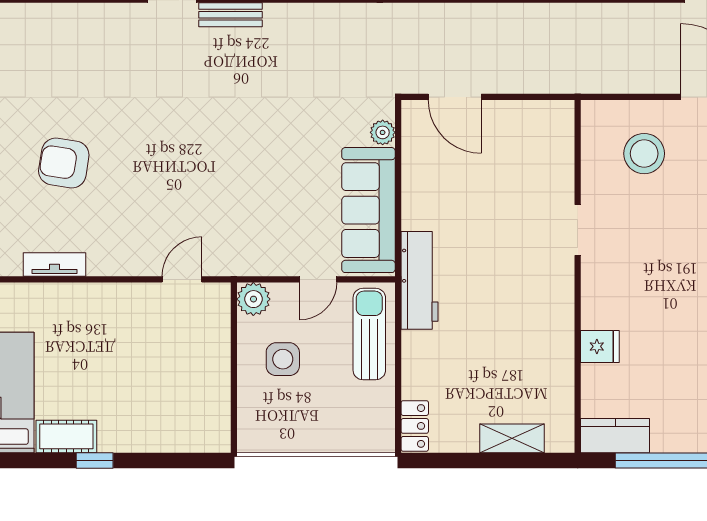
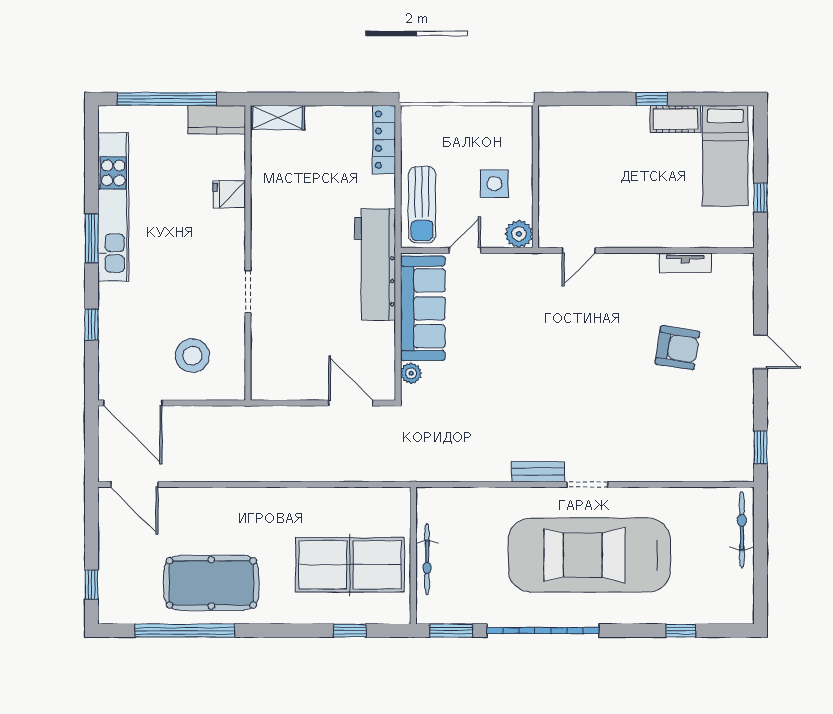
workbench: (420, 280) -> (375, 264), width x1.36, depth x1.32
locker: (415, 426) -> (384, 140), width x1.53
shelving: (512, 438) -> (277, 117), moved

